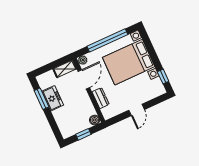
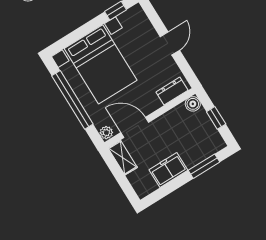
dresser: (101, 98) -> (172, 91), moved
window: (41, 99) -> (204, 166), moved
door: (137, 110) -> (170, 43), hinge flipped

